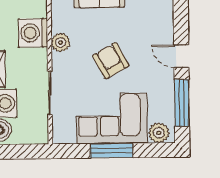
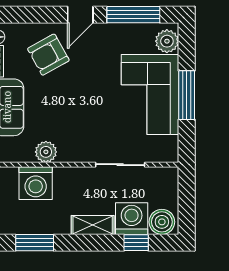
washing machine: (33, 33) -> (36, 183), moved
plant: (61, 42) -> (46, 152), moved
armchair: (111, 61) -> (48, 55), moved

